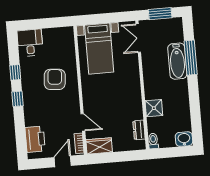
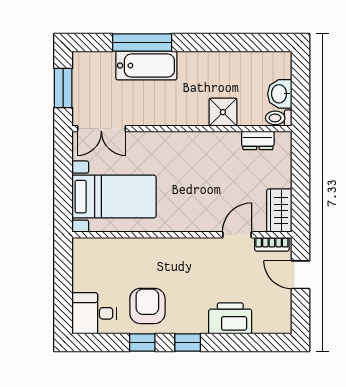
armchair: (55, 79) -> (147, 306), moved, turned 85
printer: (35, 139) -> (230, 318), moved
washbasin: (184, 139) -> (280, 94), moved

